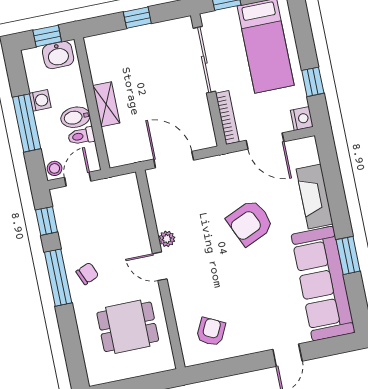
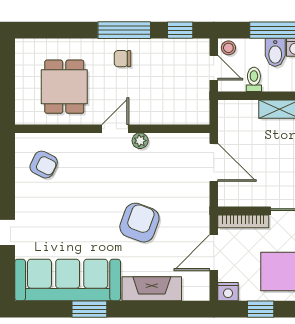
bidet: (75, 117) -> (275, 53), moved, turned 180
door: (174, 160) -> (214, 162), hinge flipped
armchair: (250, 223) -> (139, 223), turned 44
chair: (87, 274) -> (122, 59), turned 113

